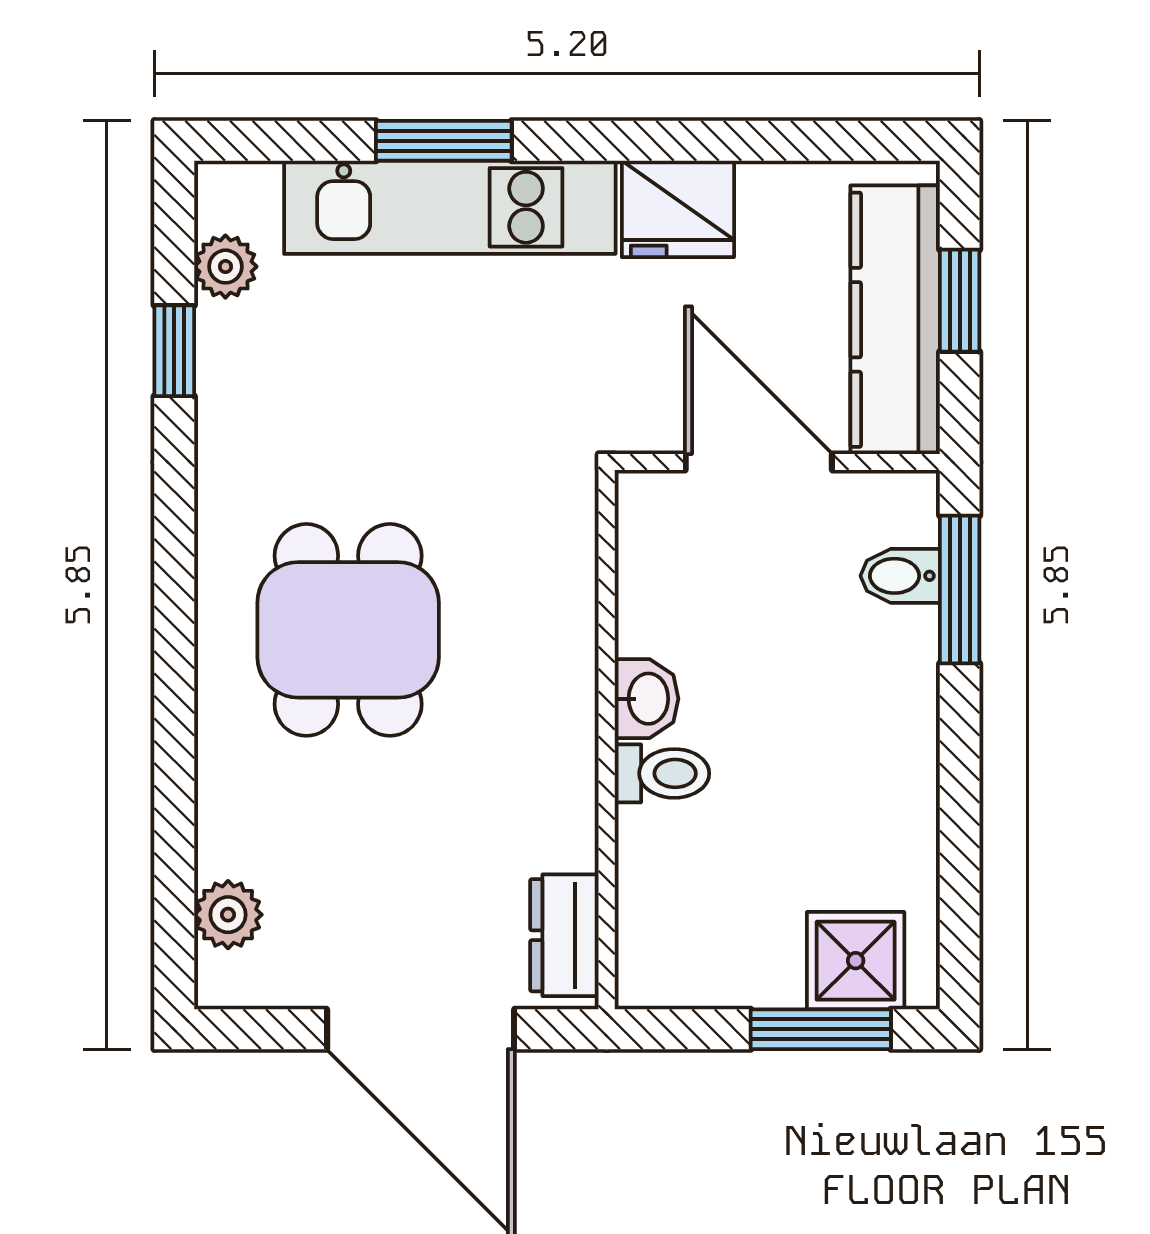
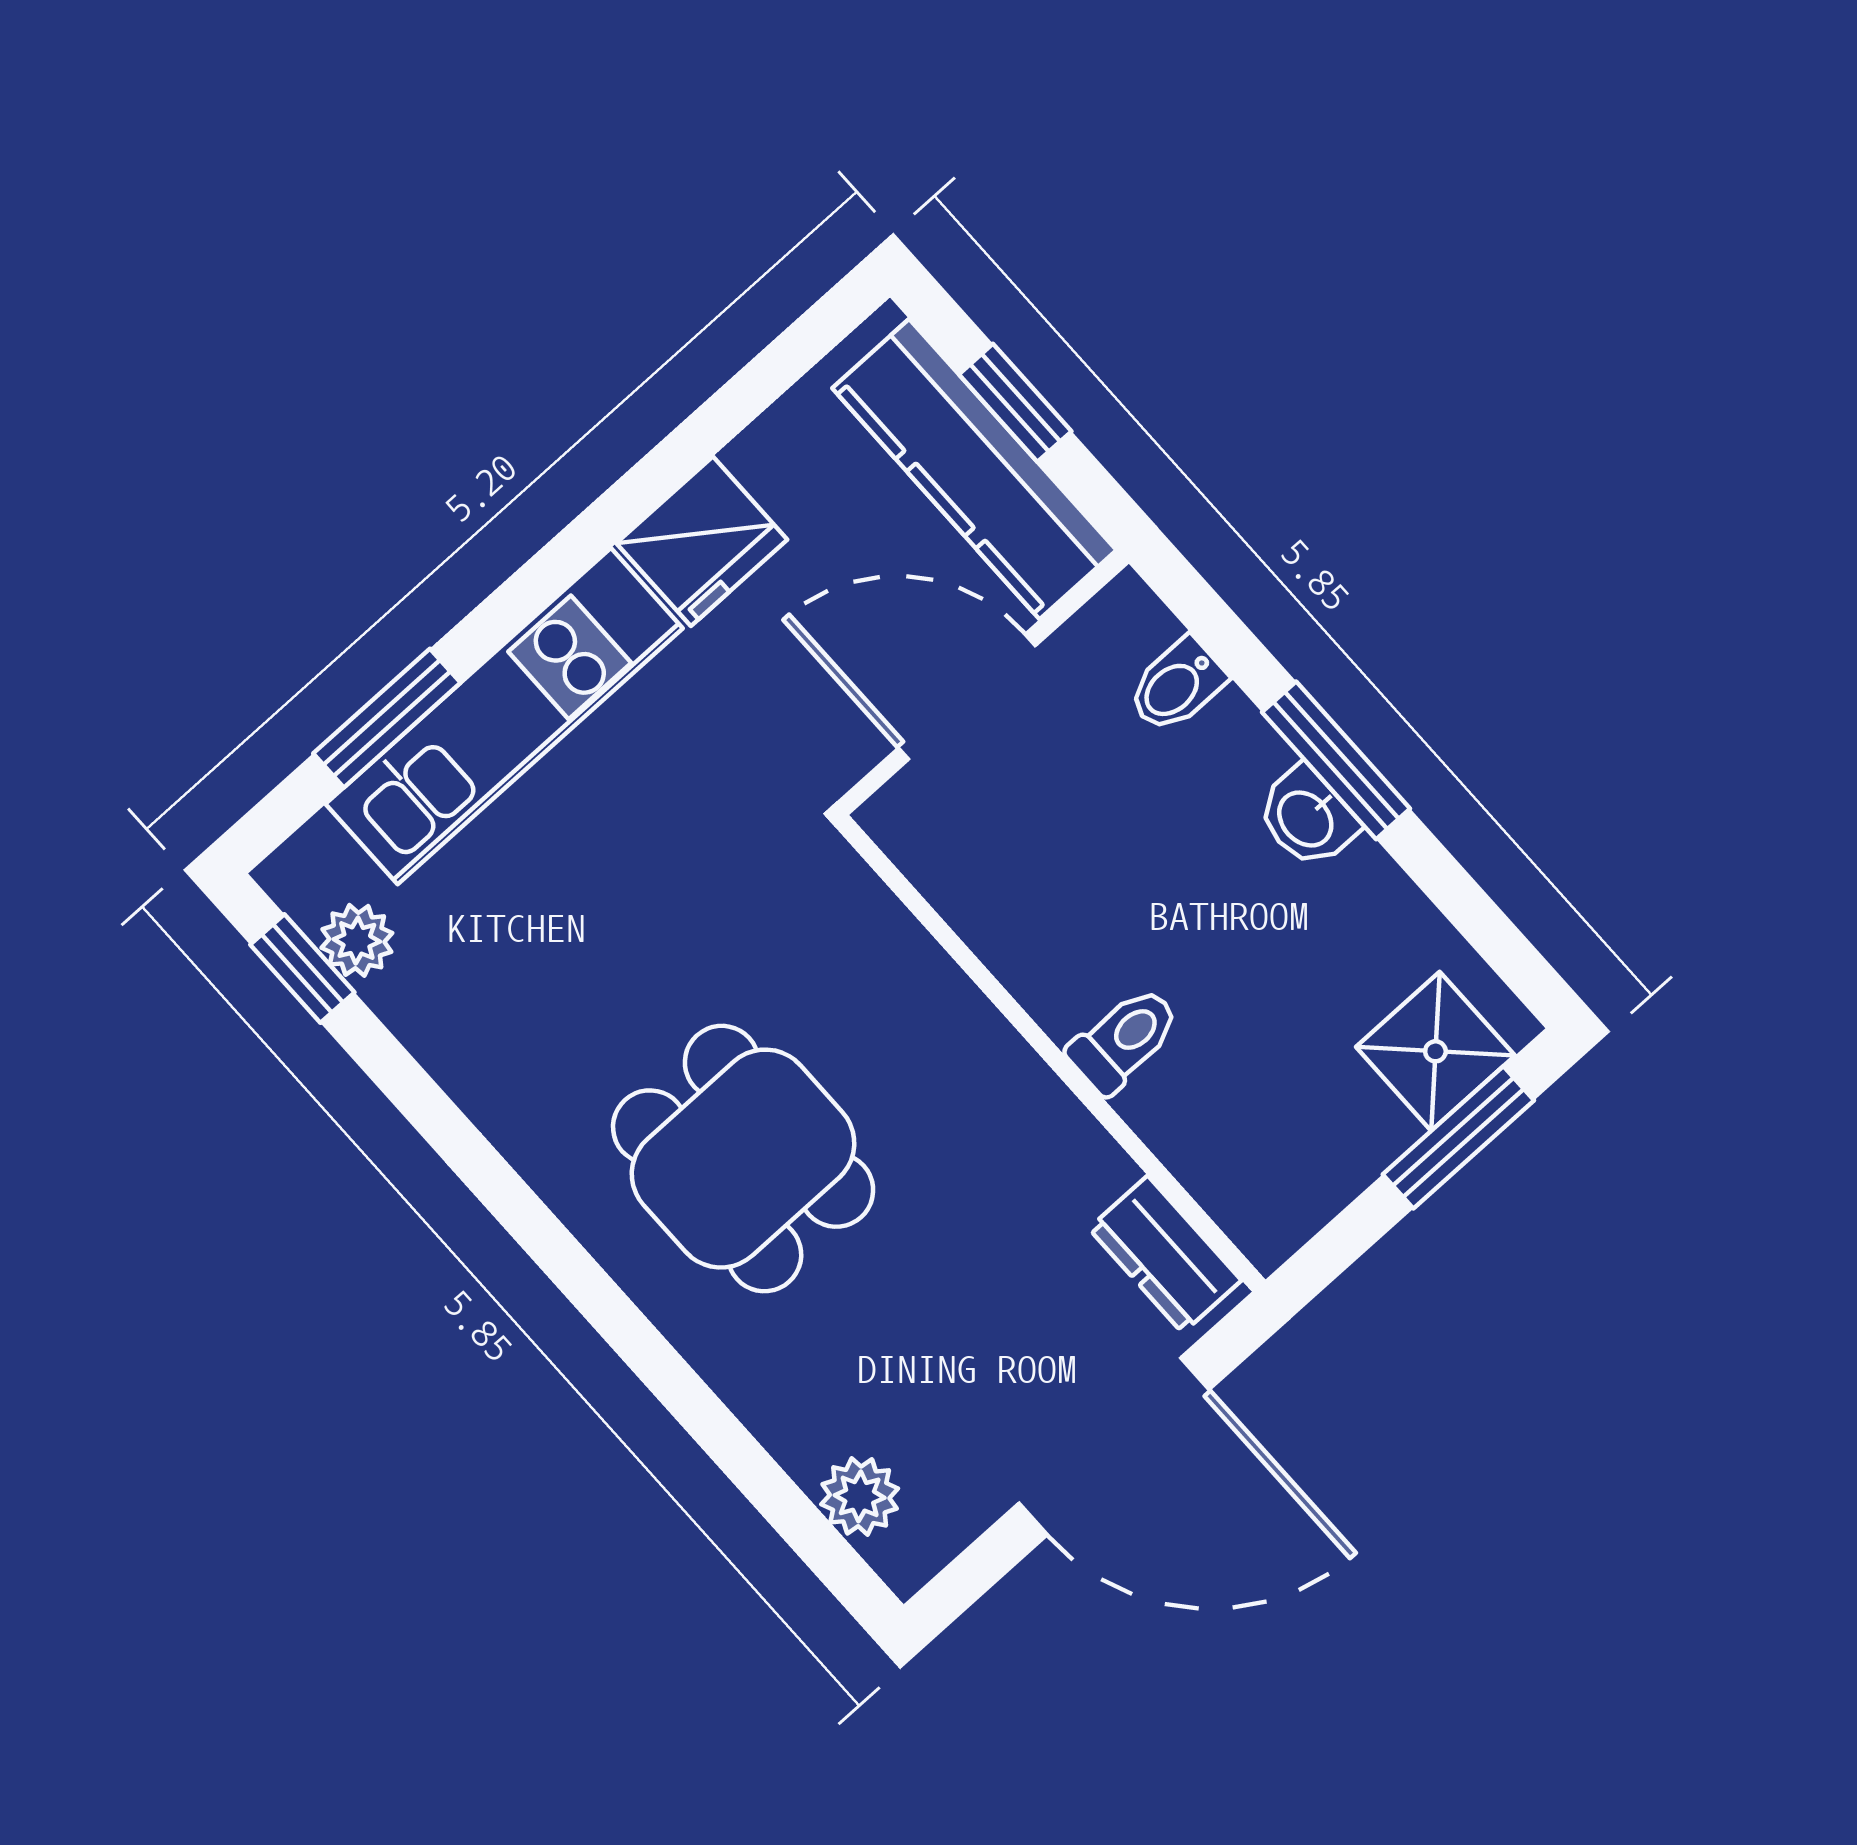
window: (444, 141) -> (387, 718), moved
window: (174, 351) -> (302, 968), moved
window: (960, 589) -> (1336, 760), moved
washbasin: (646, 699) -> (1307, 818), moved, turned 180

